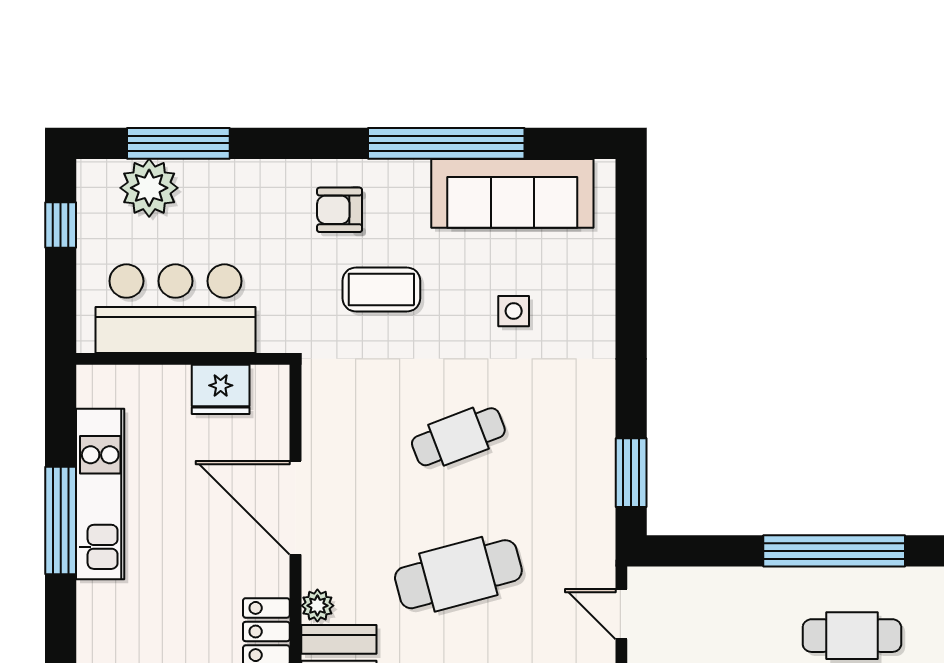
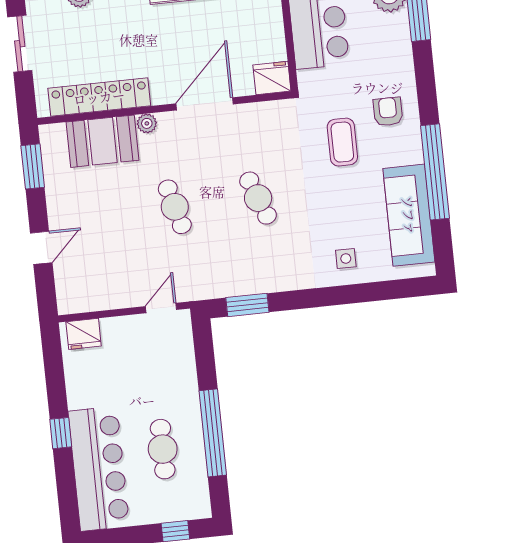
side table: (514, 311) -> (346, 258), moved
fridge: (221, 389) -> (272, 78), moved, turned 90
cafe table: (458, 574) -> (175, 207), width x0.73, depth x0.74

